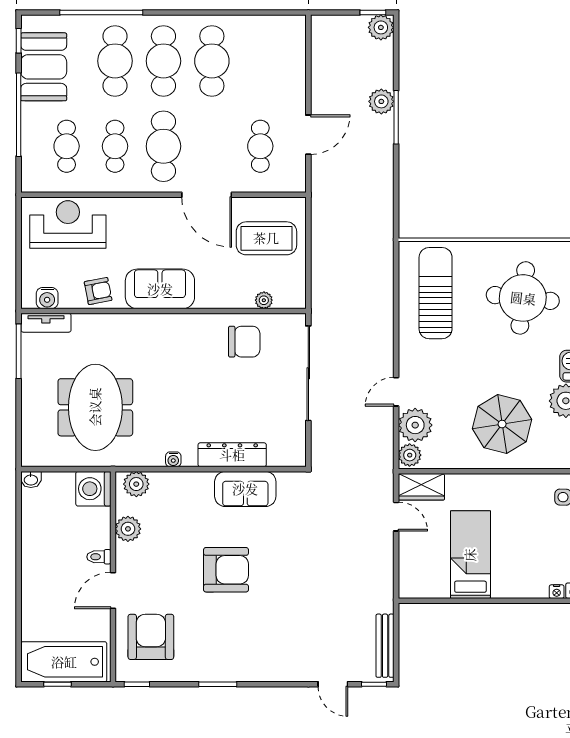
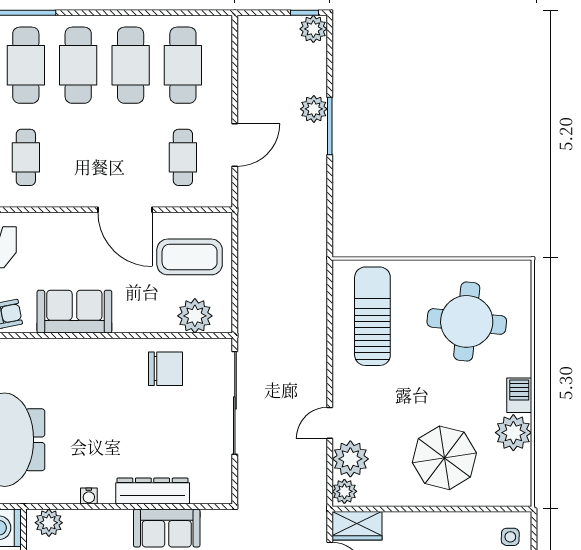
cafe table: (163, 146) -> (183, 65), moved
plant: (264, 300) -> (195, 316), width x1.88, depth x1.88

